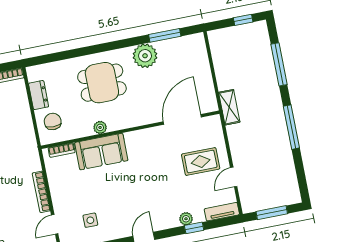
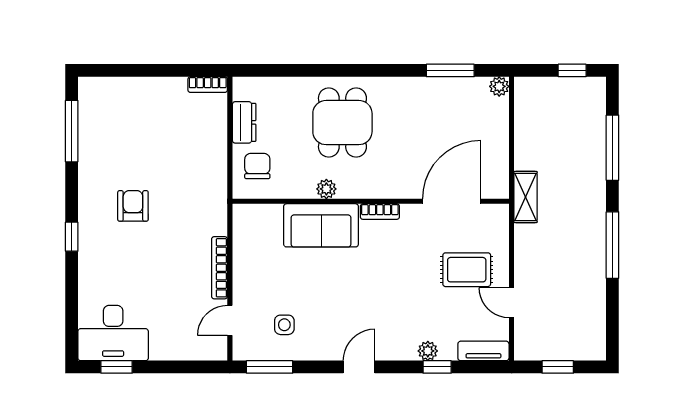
plant: (145, 56) -> (499, 86), moved, width x0.53, depth x0.53
dining table: (102, 83) -> (342, 123), turned 90
bookcase: (62, 150) -> (380, 212), moved
door: (234, 177) -> (512, 303), hinge flipped
window: (272, 213) -> (558, 367), width x0.67

